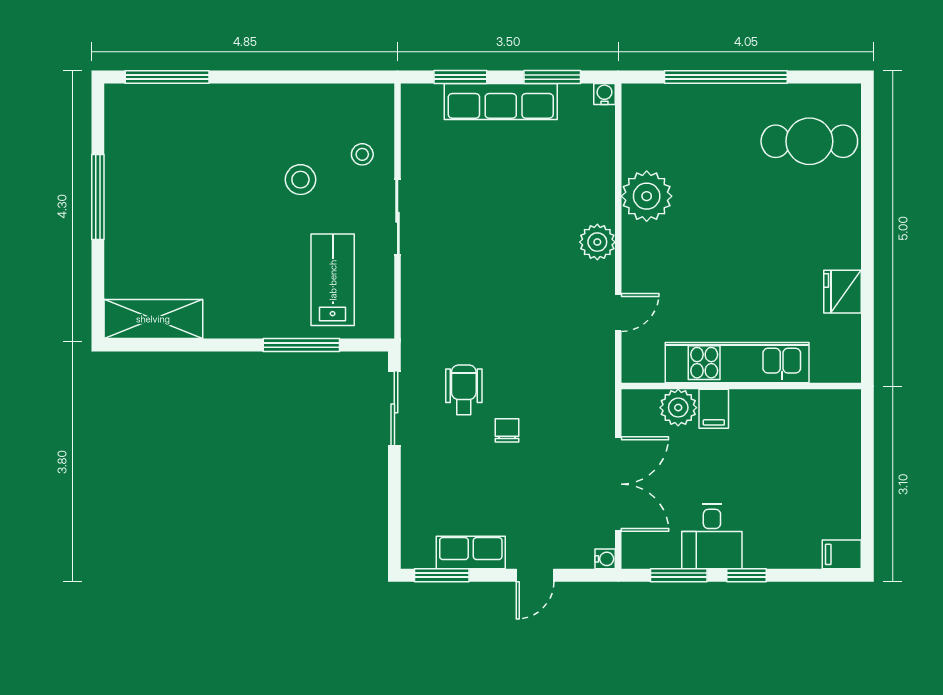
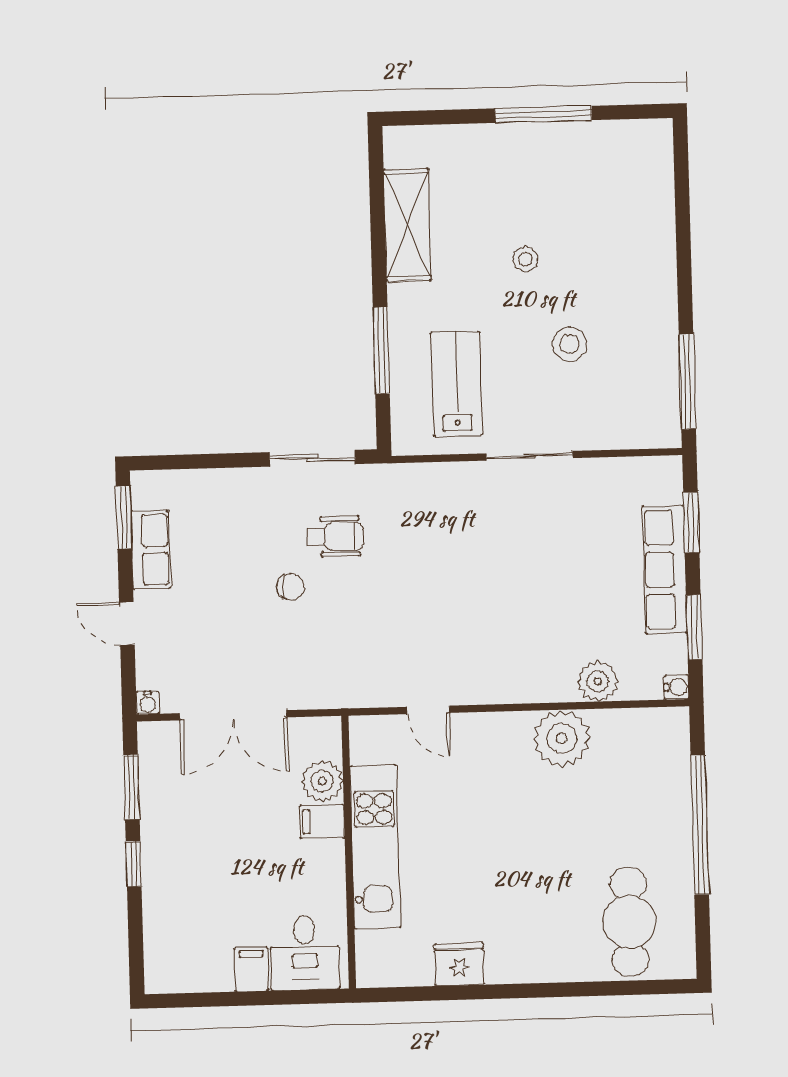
window: (167, 77) -> (687, 382), moved
stool: (362, 154) -> (525, 259), moved
plant: (597, 242) -> (598, 681), moved
lab bench: (333, 280) -> (457, 384), turned -90
shelving: (153, 319) -> (407, 225), moved
desk: (712, 536) -> (305, 953), moved, turned -90
filing cabinet: (842, 554) -> (252, 969), moved

